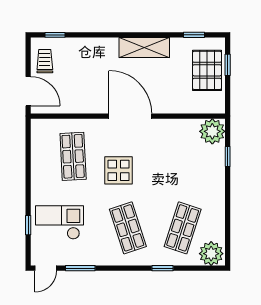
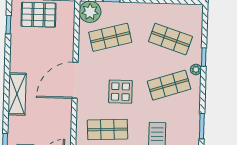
shelving: (144, 48) -> (17, 94), moved
shop shelf: (183, 156) -> (110, 37), added
plant: (211, 254) -> (196, 69), moved, width x0.53, depth x0.53

